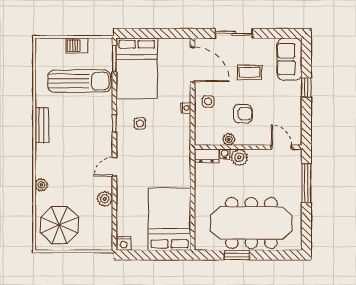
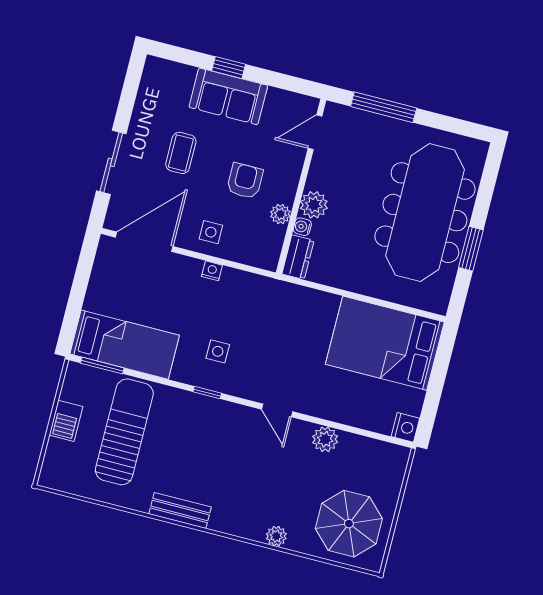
sofa: (289, 59) -> (228, 96), moved
bed: (137, 68) -> (125, 345), width x0.67

